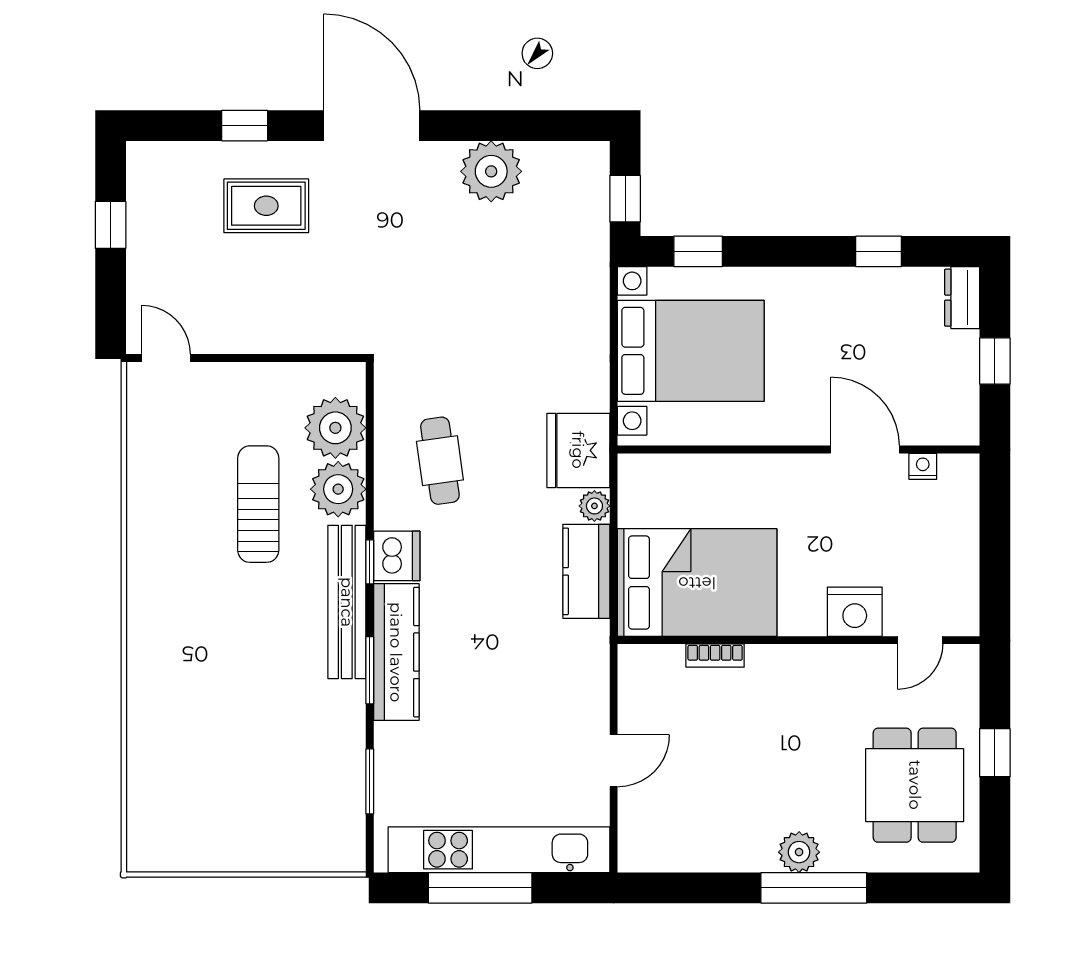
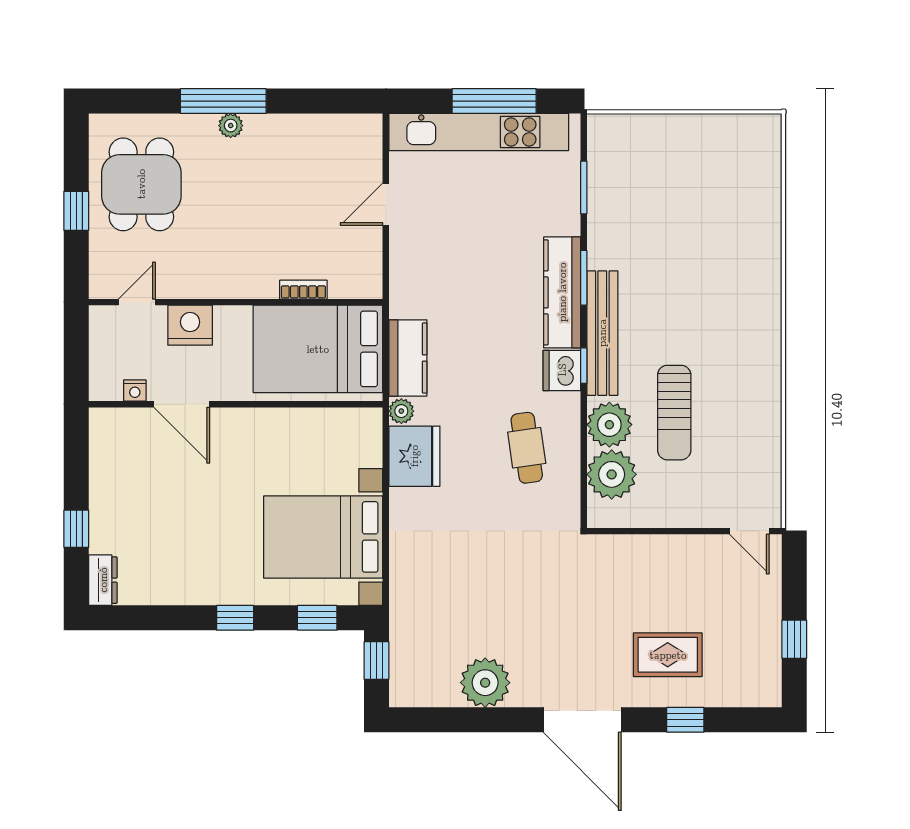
window: (879, 251) -> (235, 618), moved
wall: (799, 450) -> (236, 404), moved
door: (865, 450) -> (182, 404), moved
nightstand: (923, 466) -> (135, 391), moved
plant: (799, 852) -> (231, 126), width x0.73, depth x0.73

